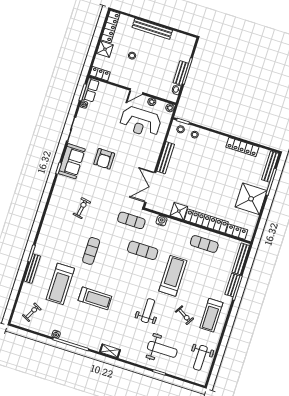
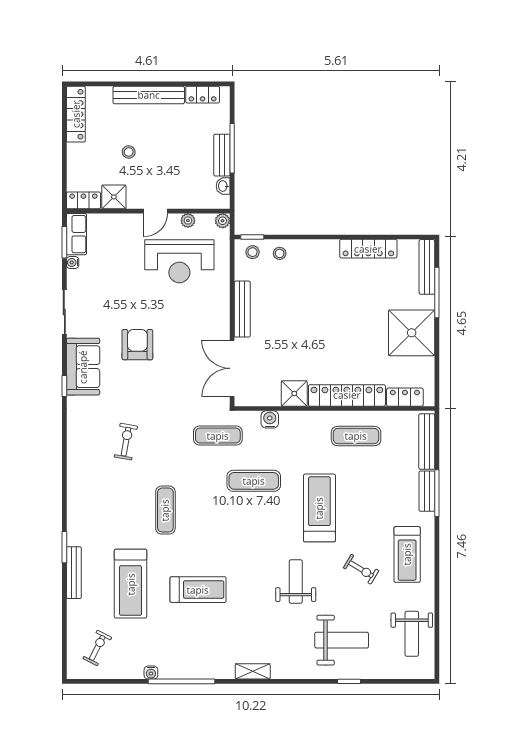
locker: (181, 38) -> (203, 95), added
shower: (105, 49) -> (114, 197), moved
armchair: (104, 159) -> (137, 345), turned 180

